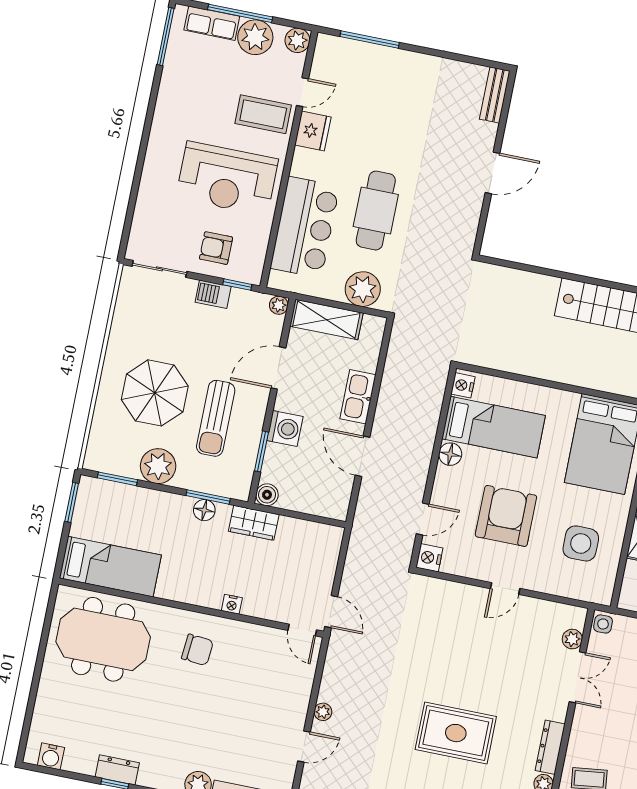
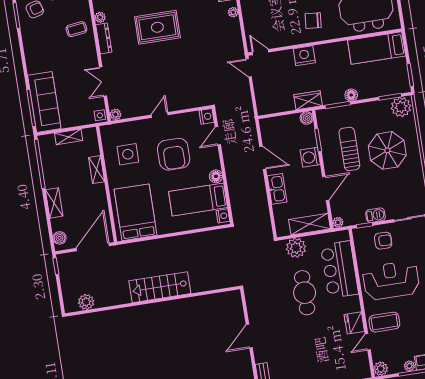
plant: (255, 37) -> (409, 366), width x0.53, depth x0.53
plant: (158, 466) -> (401, 107), moved
floor lamp: (204, 510) -> (351, 95), moved
nightstand: (232, 604) -> (304, 56), width x1.89, depth x1.79
plant: (572, 639) -> (116, 114), moved

